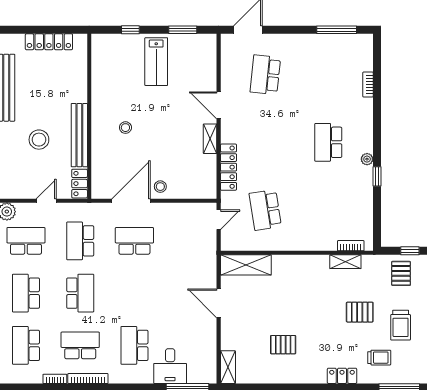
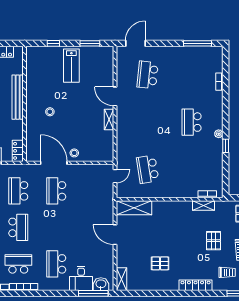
bench: (79, 135) -> (18, 97), moved
locker: (228, 167) -> (122, 139), removed
door: (131, 201) -> (54, 163), hinge flipped
school desk: (134, 241) -> (56, 191), turned -90
pallet: (360, 312) -> (214, 241), turned 90
washbasin: (199, 374) -> (101, 284), added
locker: (342, 376) -> (196, 285), width x1.53

